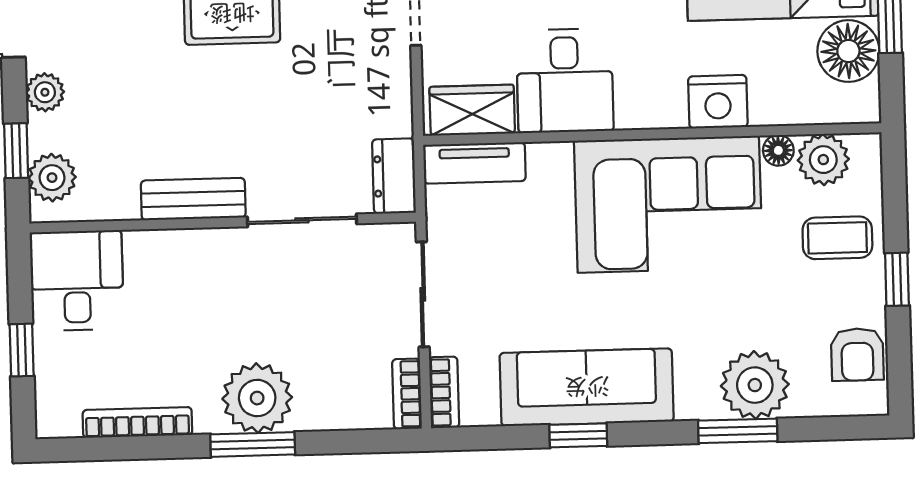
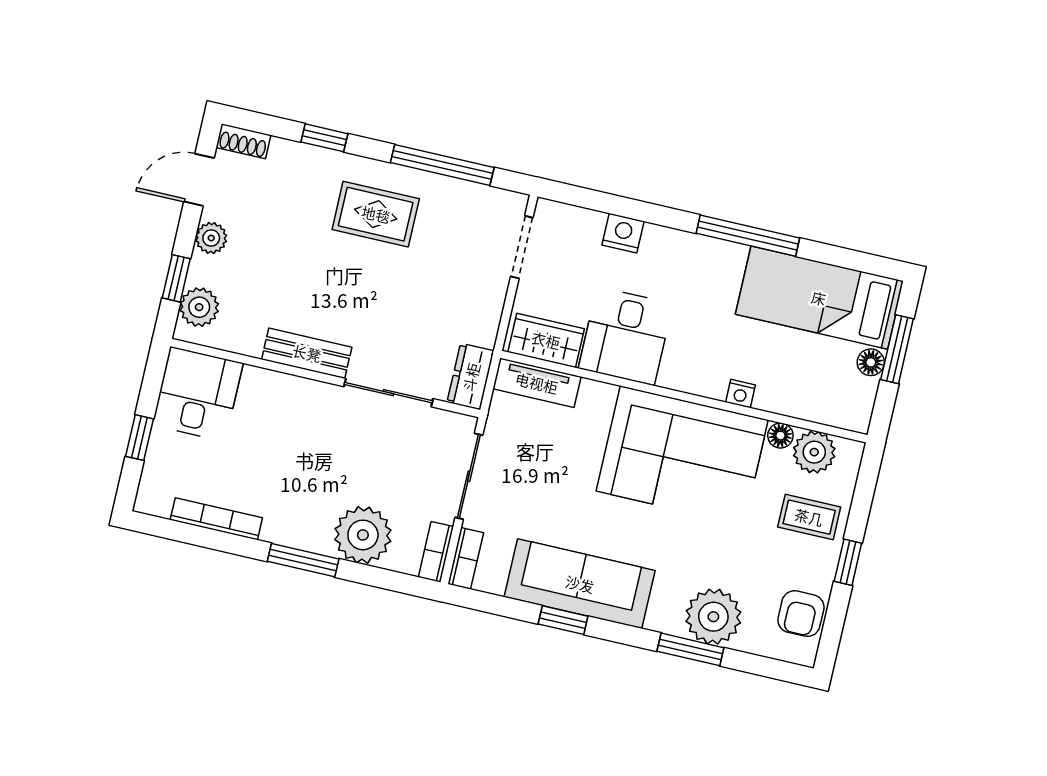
floor lamp: (848, 51) -> (871, 362), width x0.53, depth x0.53
nightstand: (718, 102) -> (740, 394), width x0.53, depth x0.56
plant: (257, 398) -> (363, 535), moved

